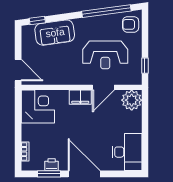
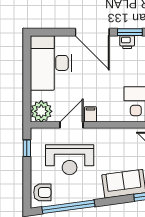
reception desk: (105, 55) -> (70, 160), turned 180
filing cabinet: (80, 97) -> (90, 114), width x0.50
desk: (127, 152) -> (51, 63), width x1.36, depth x1.30

